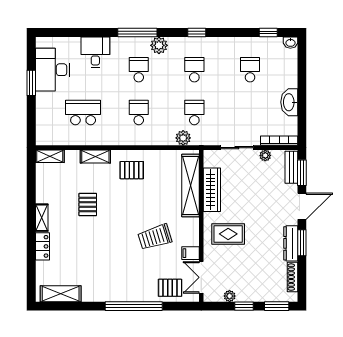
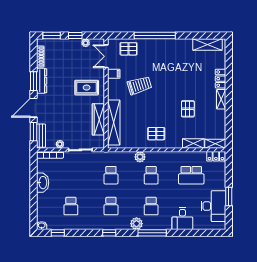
plant: (183, 138) -> (140, 157), moved
locker: (49, 139) -> (216, 156), added
shelving: (95, 156) -> (193, 143), moved
double door: (201, 277) -> (106, 56), swing flipped

